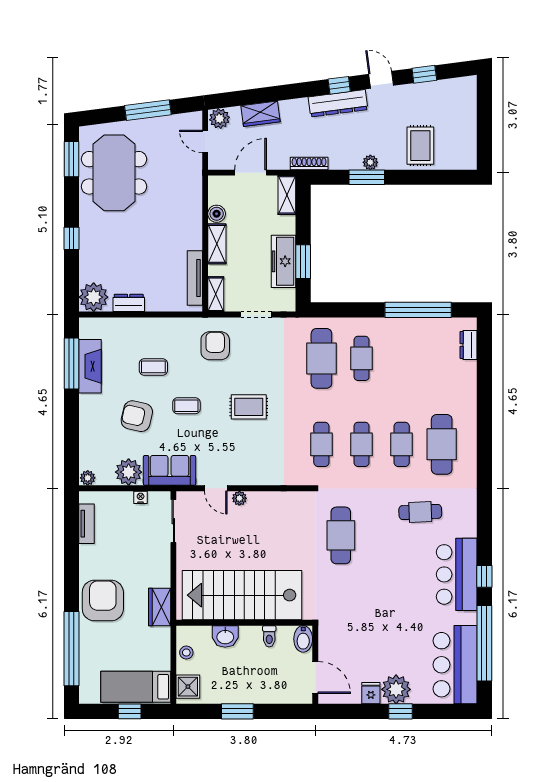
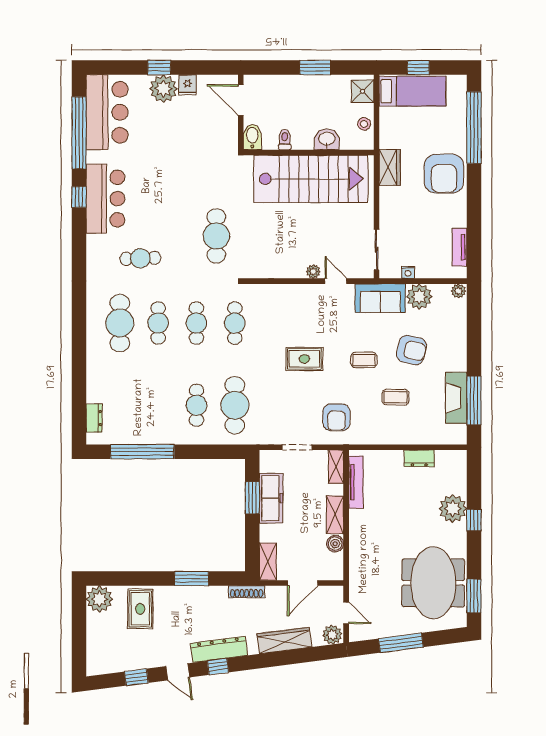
wardrobe: (261, 114) -> (284, 640), width x1.50
plant: (370, 162) -> (99, 599), moved, width x1.88, depth x1.88
plant: (94, 297) -> (453, 509), moved

